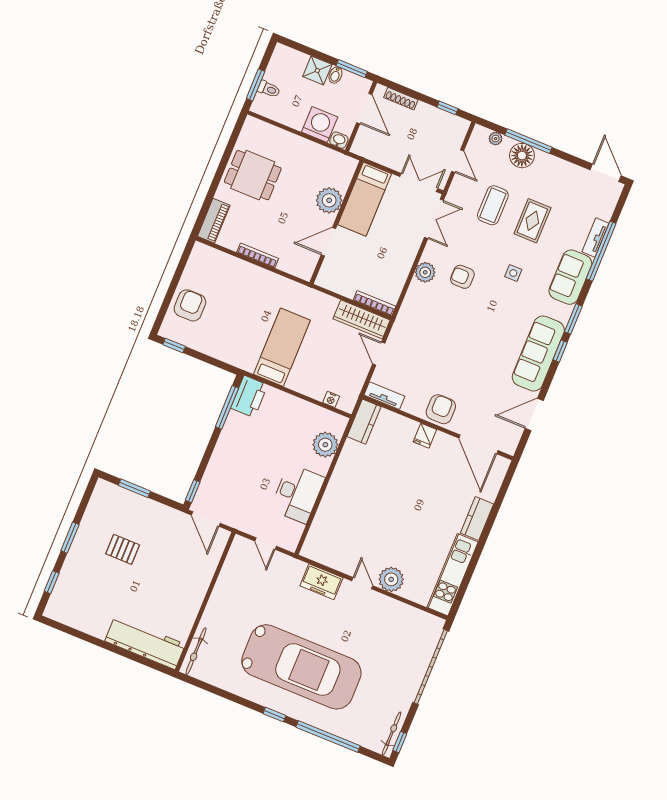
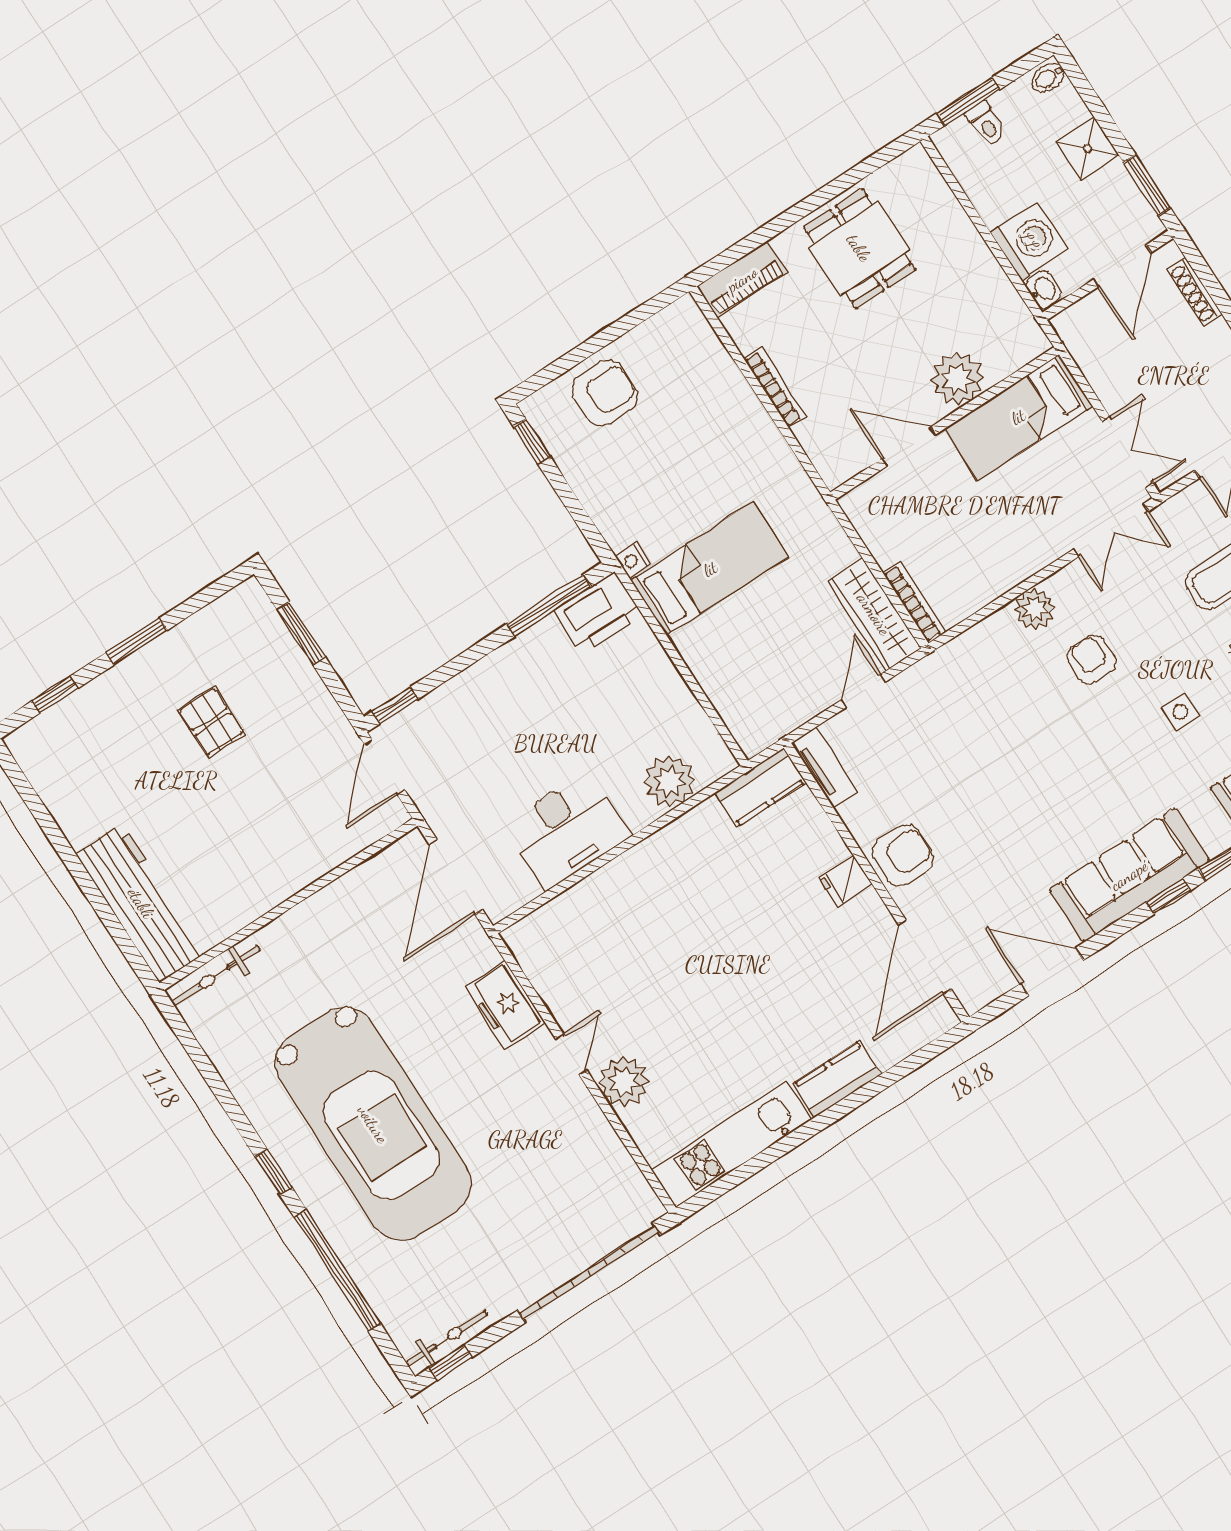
bidet: (335, 75) -> (1048, 78), moved
nightstand: (331, 399) -> (633, 560), moved
door: (266, 544) -> (456, 877), width x1.88

